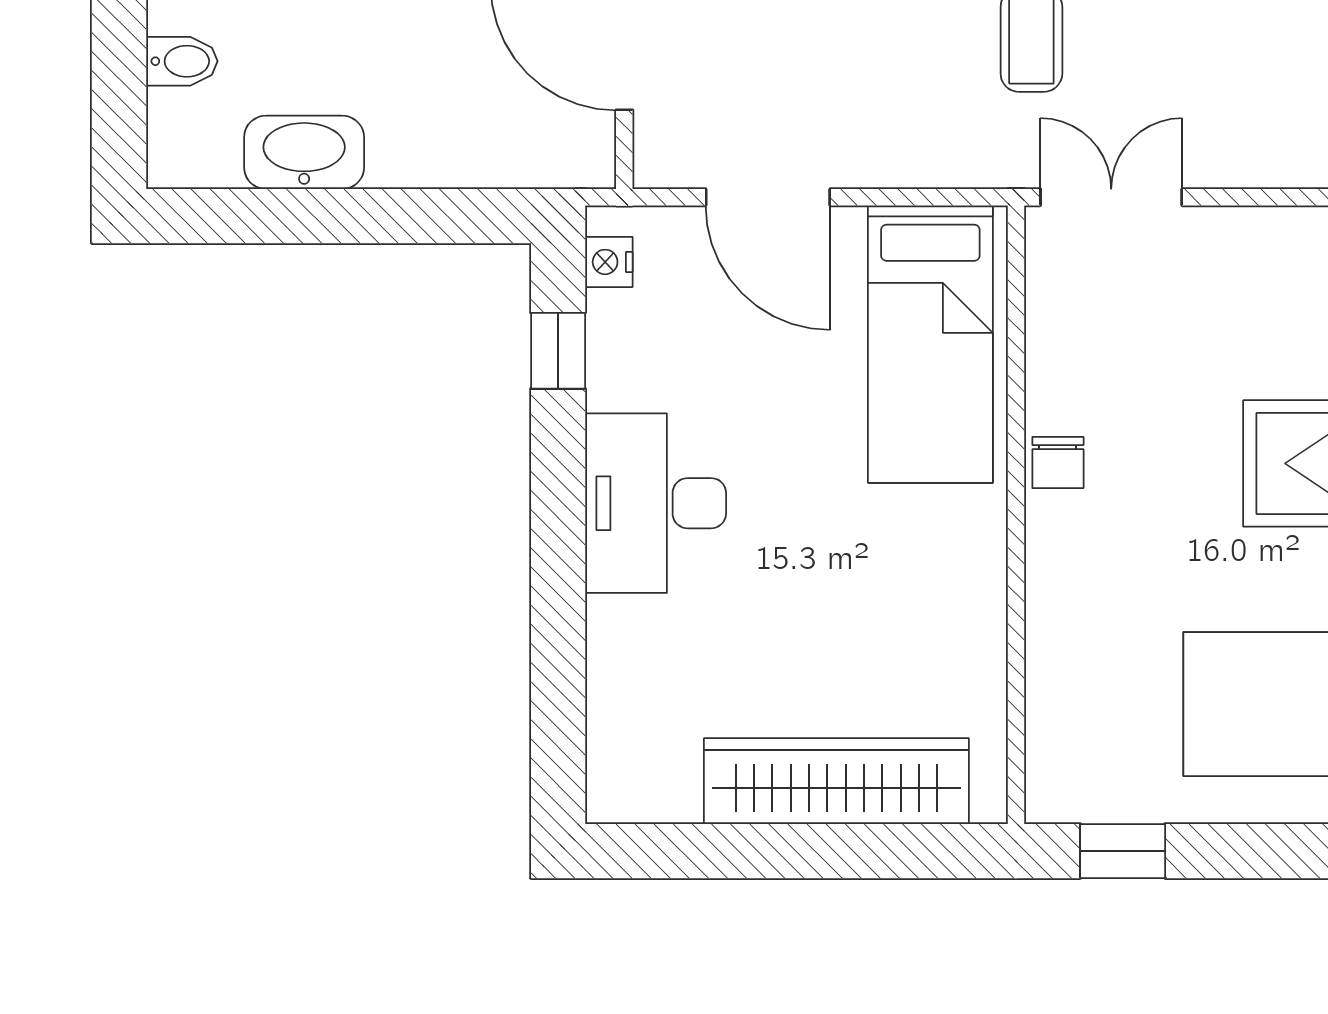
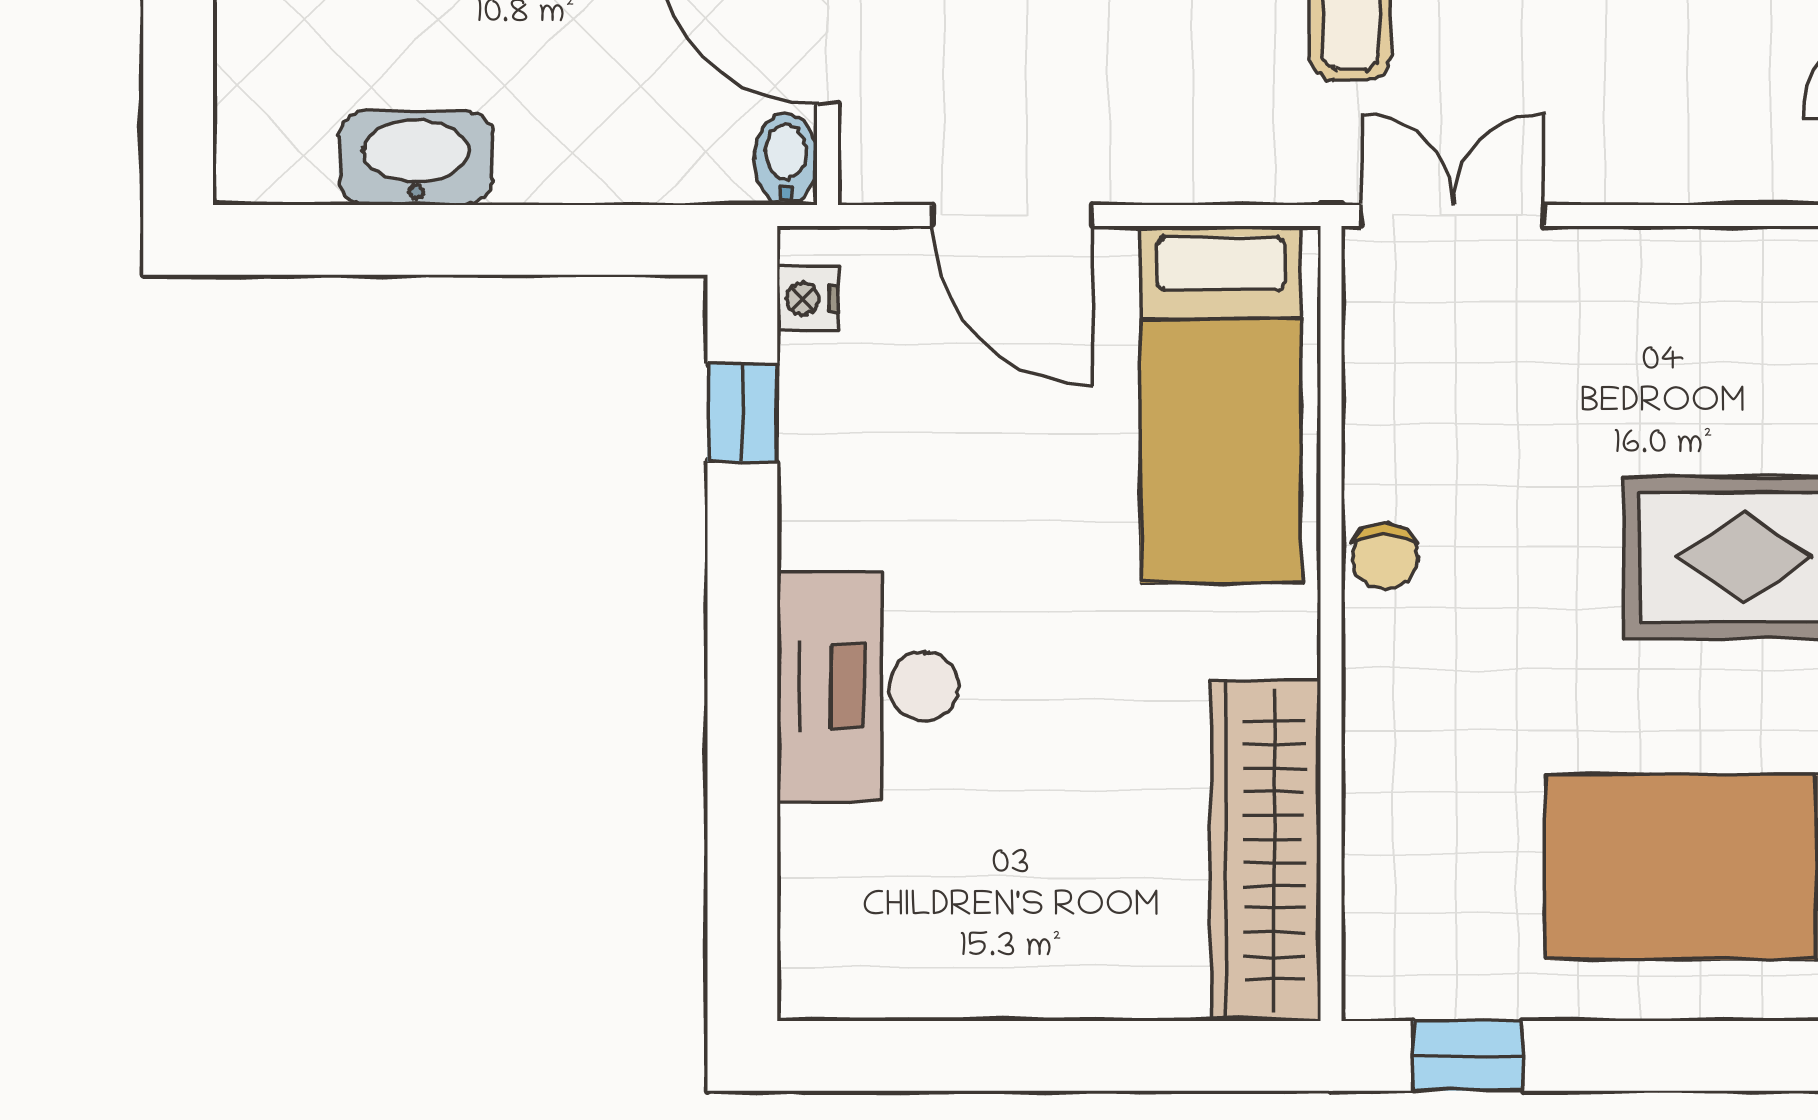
bidet: (182, 61) -> (786, 159), moved, turned -90
desk: (656, 503) -> (868, 686), moved
wardrobe: (836, 781) -> (1265, 851), moved, turned -90

